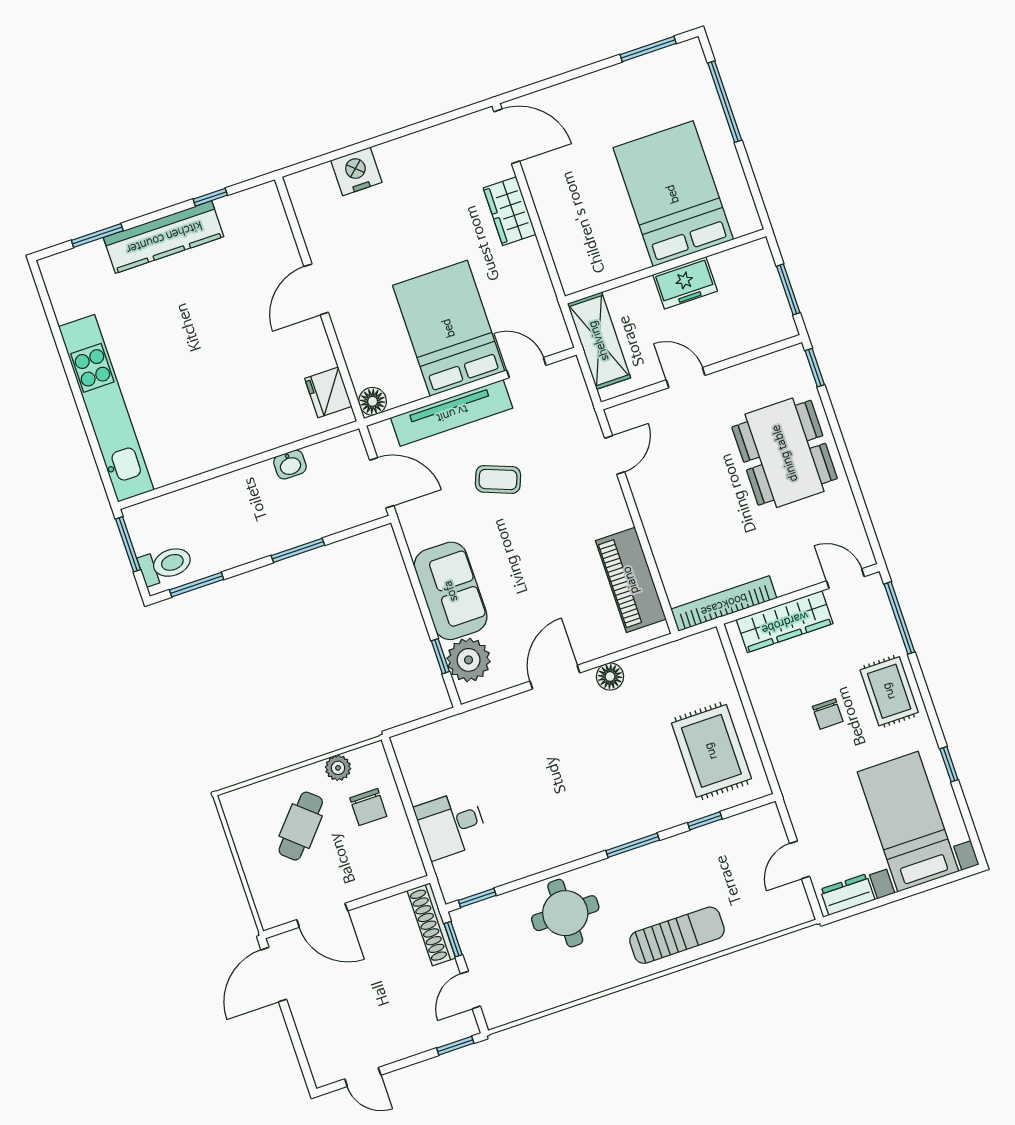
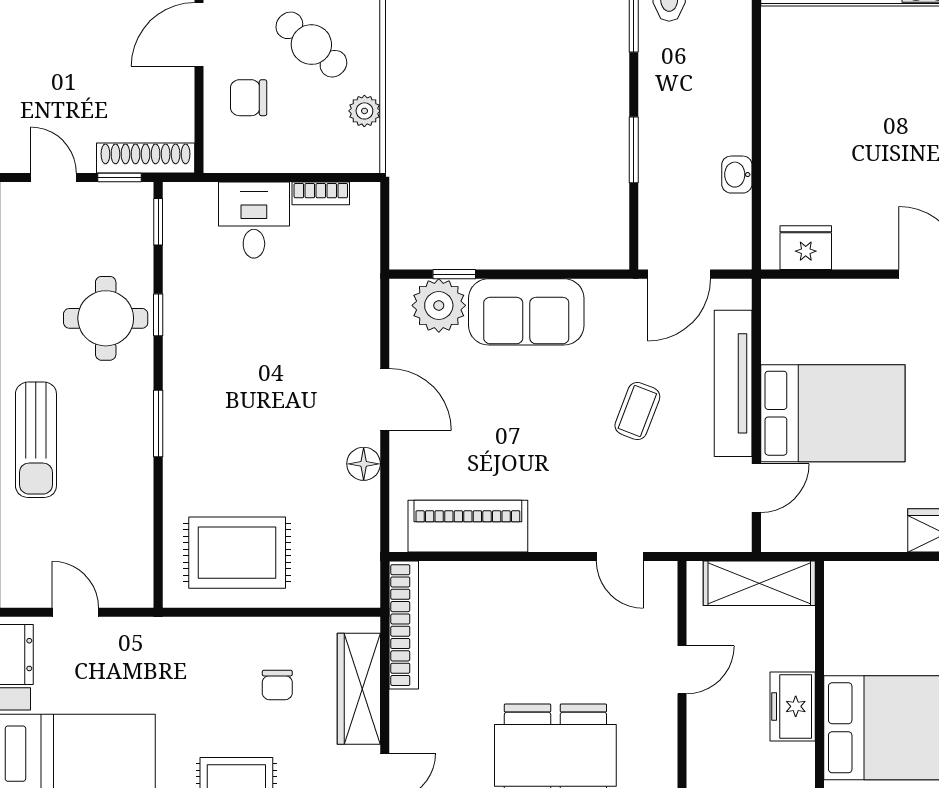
floor lamp: (373, 401) -> (778, 296), removed
chair: (828, 714) -> (277, 685), moved, turned -90
bookcase: (413, 780) -> (321, 193), added
chair: (368, 807) -> (249, 98), moved
window: (705, 821) -> (158, 315), moved

